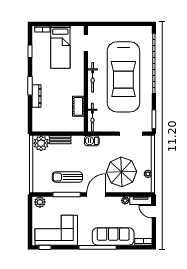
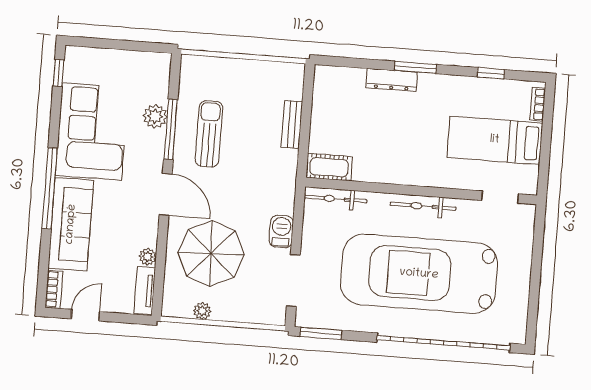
cot: (78, 106) -> (329, 167), moved
barbecue: (92, 141) -> (281, 232), moved
plant: (41, 143) -> (287, 82), removed
plant: (40, 202) -> (155, 116), moved
door: (154, 212) -> (85, 315), moved
corner sofa: (56, 230) -> (92, 132), moved

